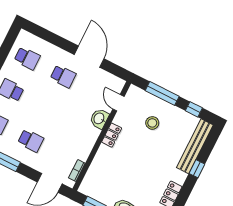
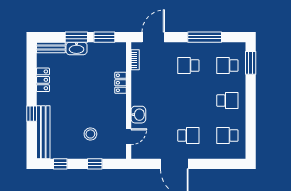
school desk: (63, 76) -> (188, 136), turned 180
window: (162, 93) -> (95, 164), width x0.46
door: (118, 103) -> (129, 137), hinge flipped
locker: (112, 135) -> (120, 83), moved

